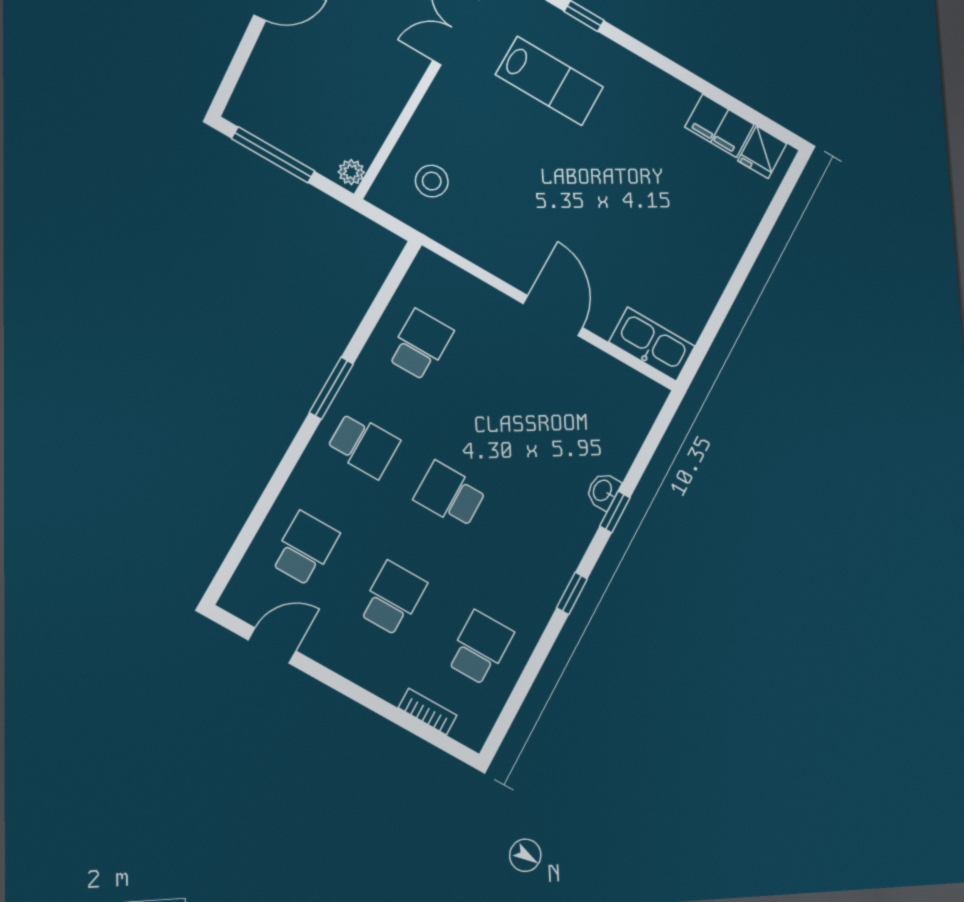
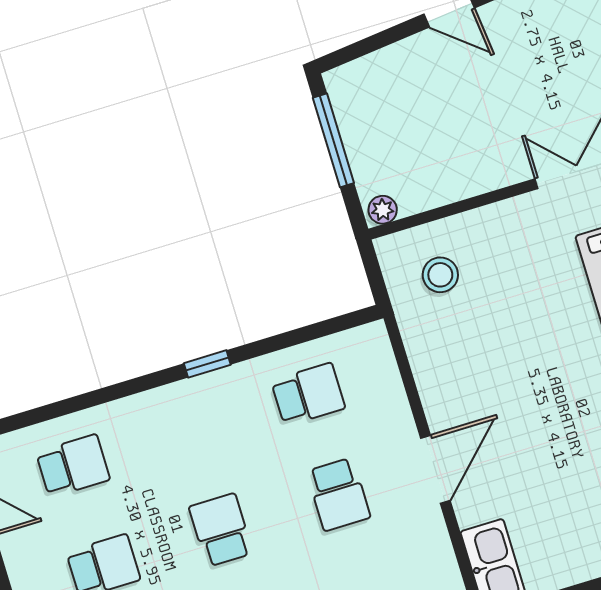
window: (331, 388) -> (207, 364), width x0.67
school desk: (363, 445) -> (338, 494), moved

